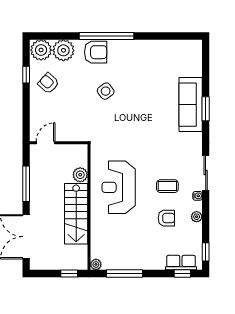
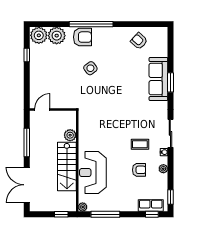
armchair: (48, 83) -> (139, 41), moved
reception desk: (119, 187) -> (93, 173), moved

